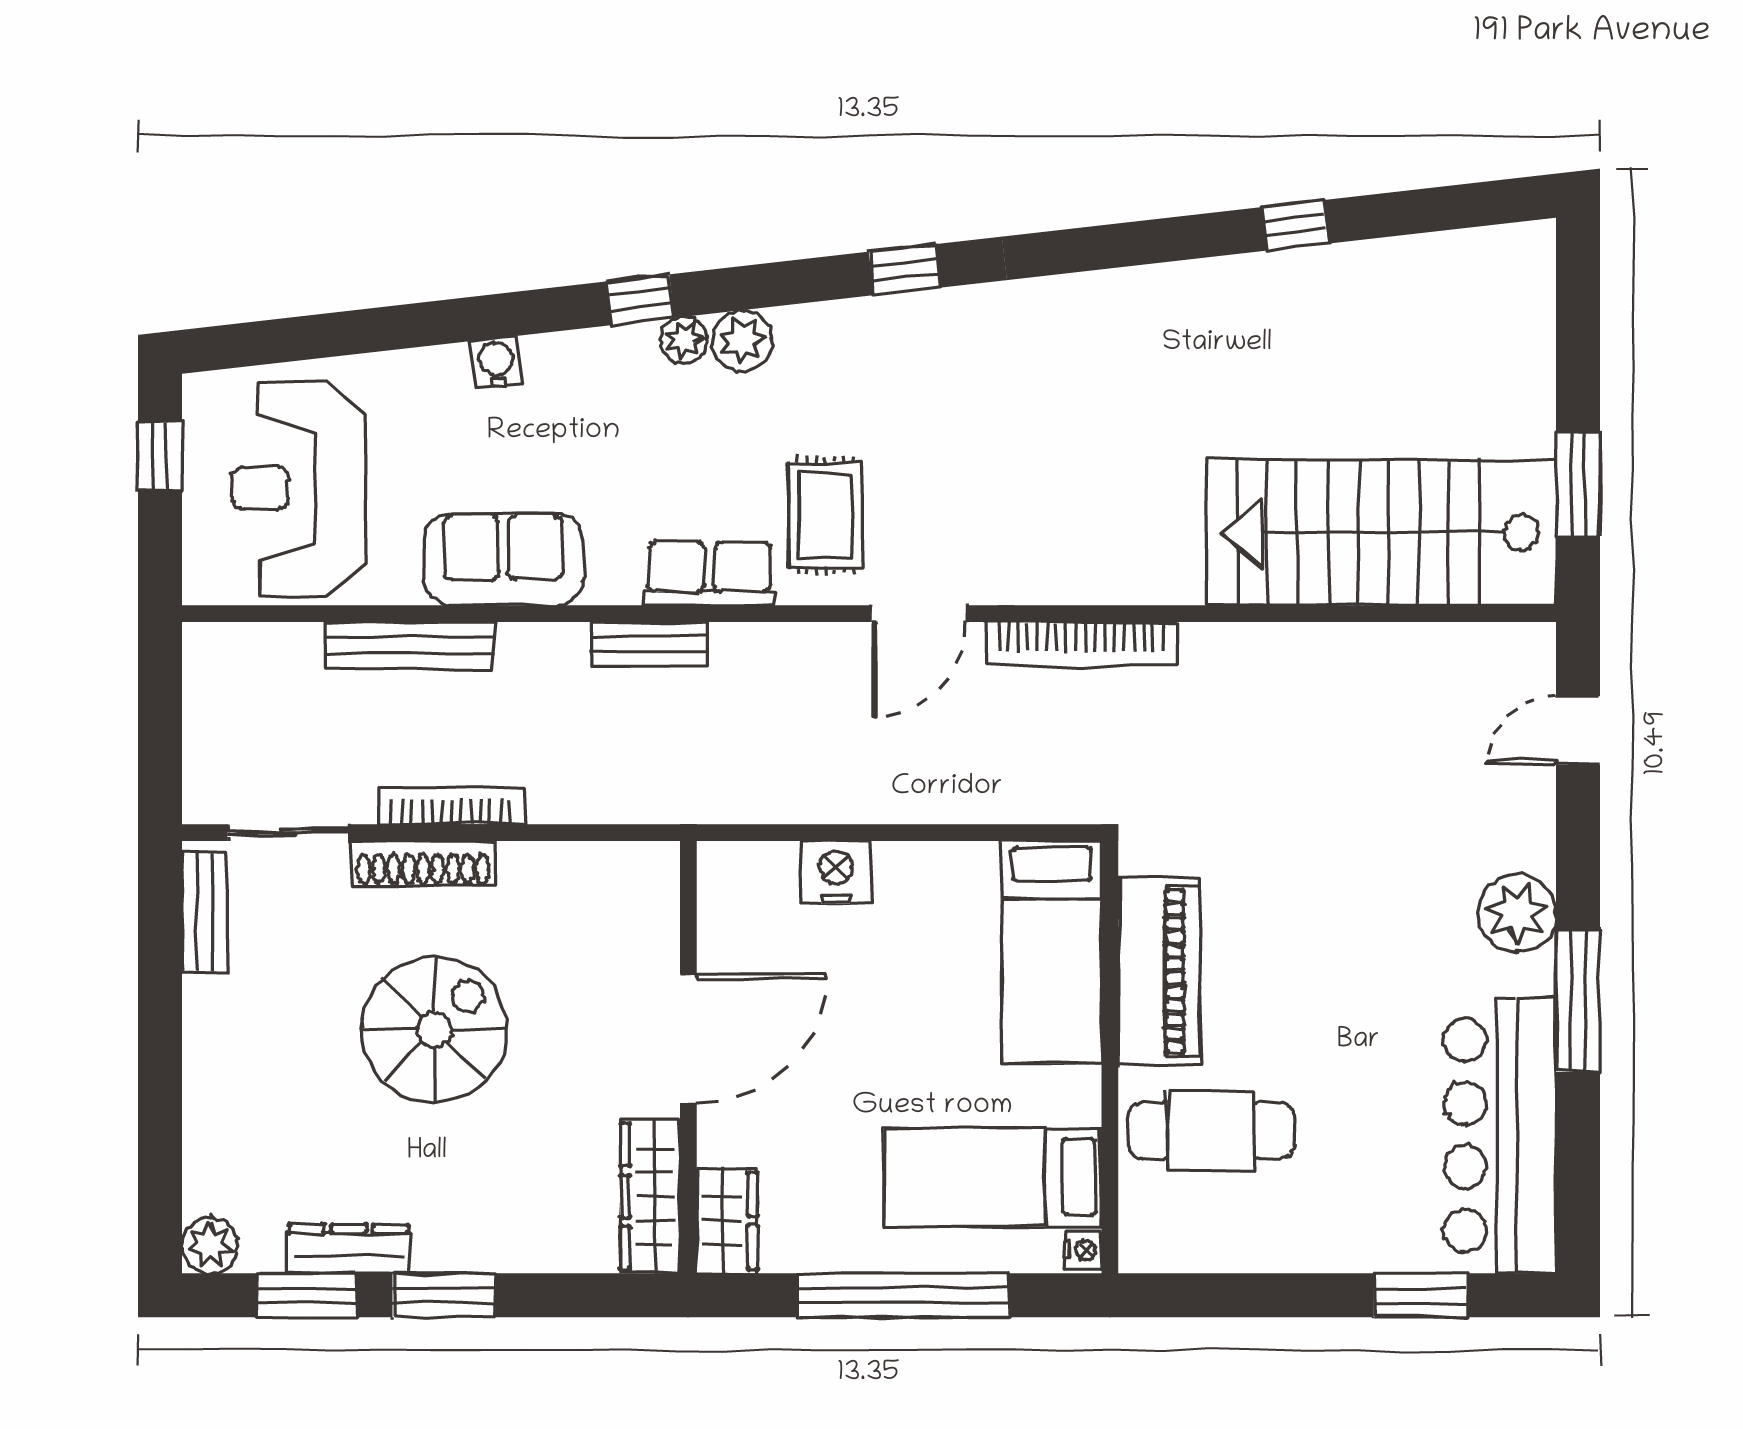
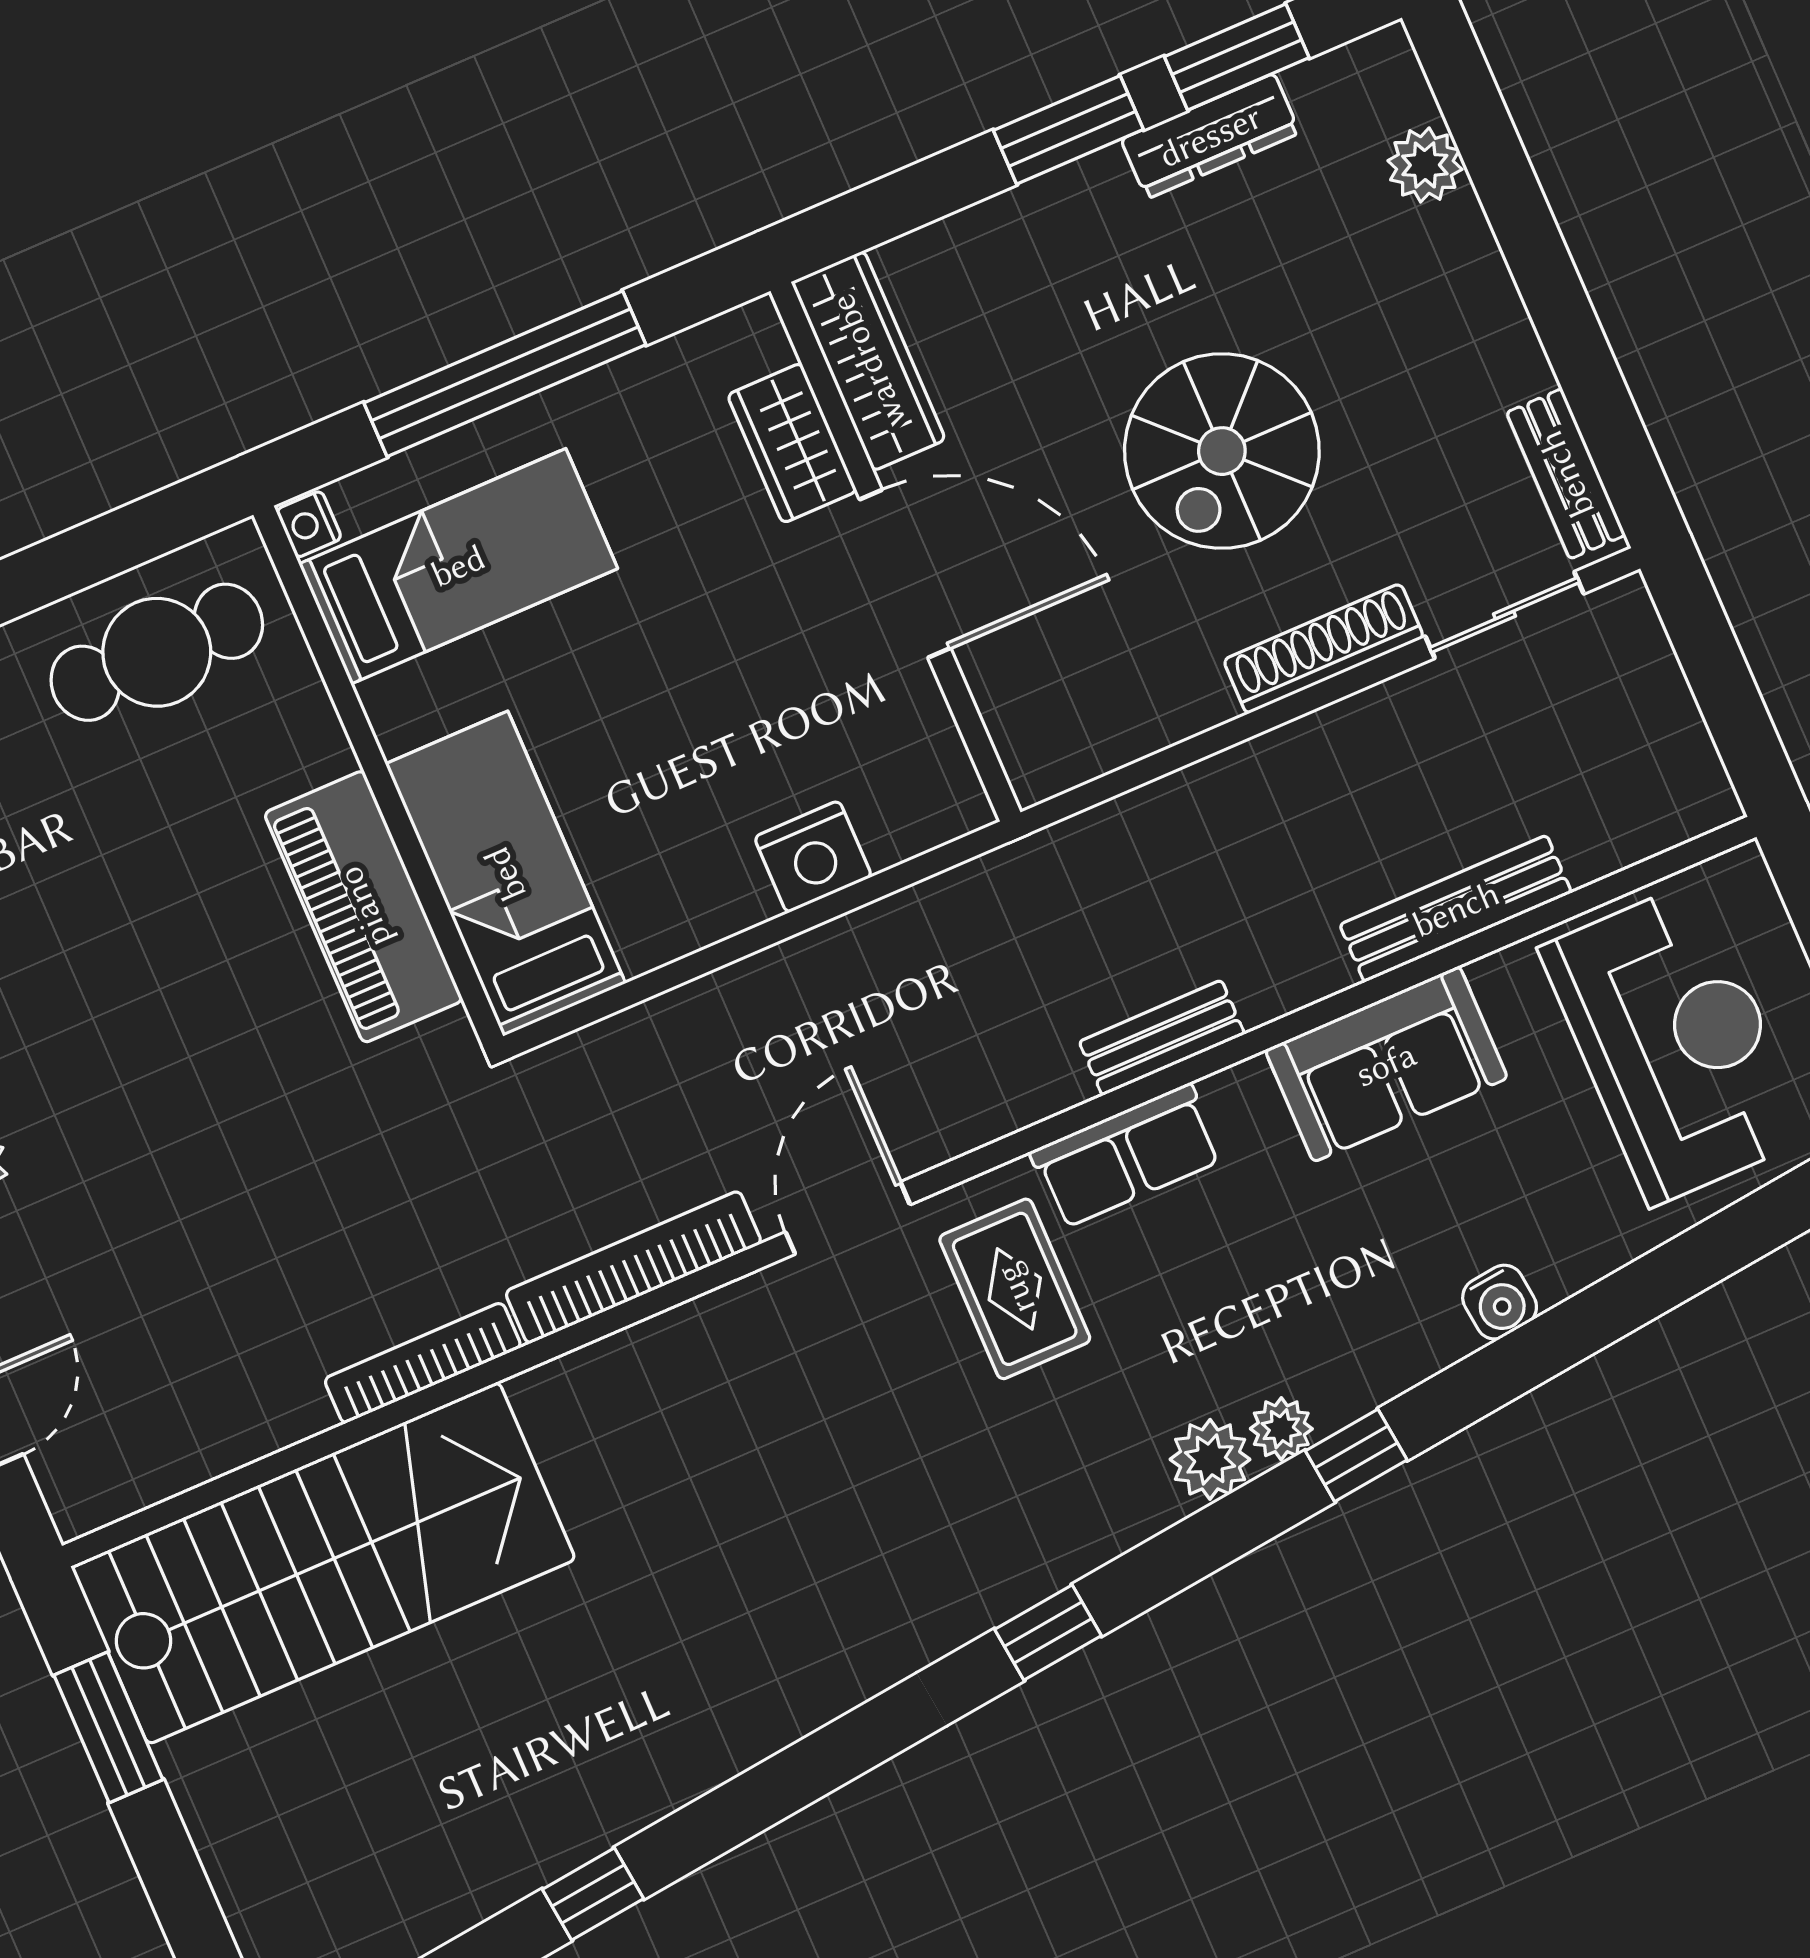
bookcase: (451, 806) -> (423, 1363), moved, turned 180
door: (688, 1039) -> (905, 574), swing flipped
cafe table: (1211, 1131) -> (157, 652), moved
wardrobe: (727, 1221) -> (792, 443), moved
plant: (210, 1245) -> (1425, 165), moved

